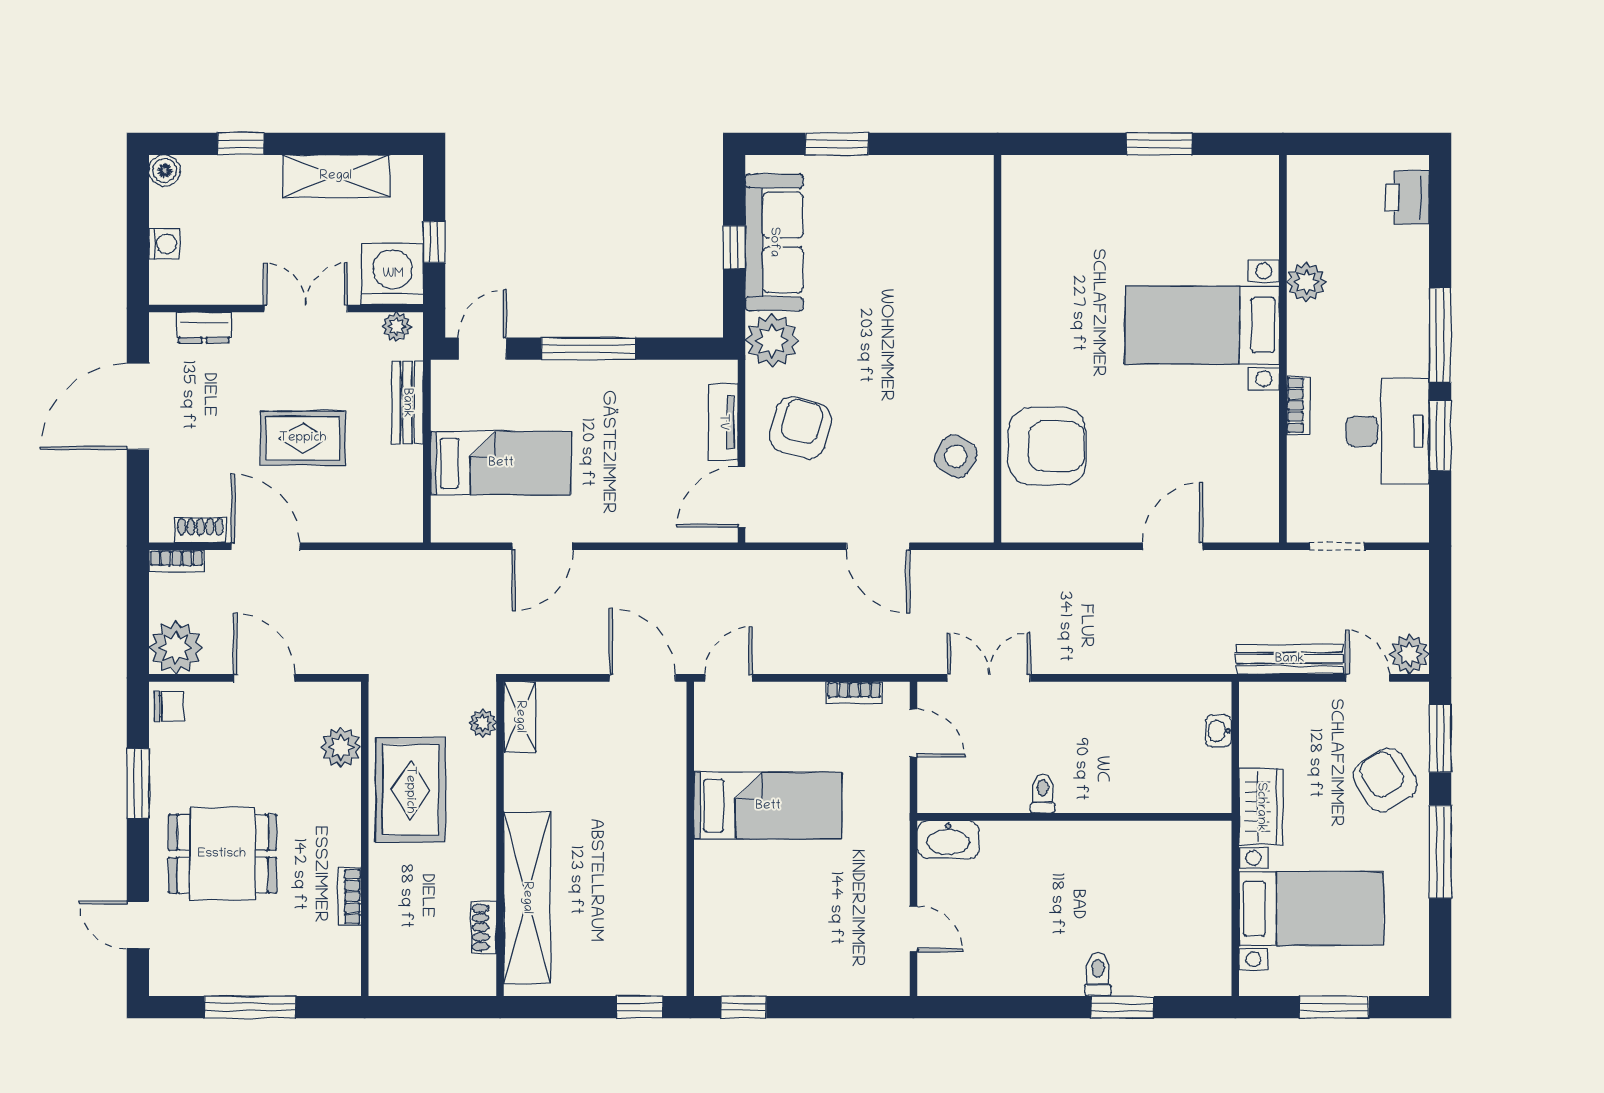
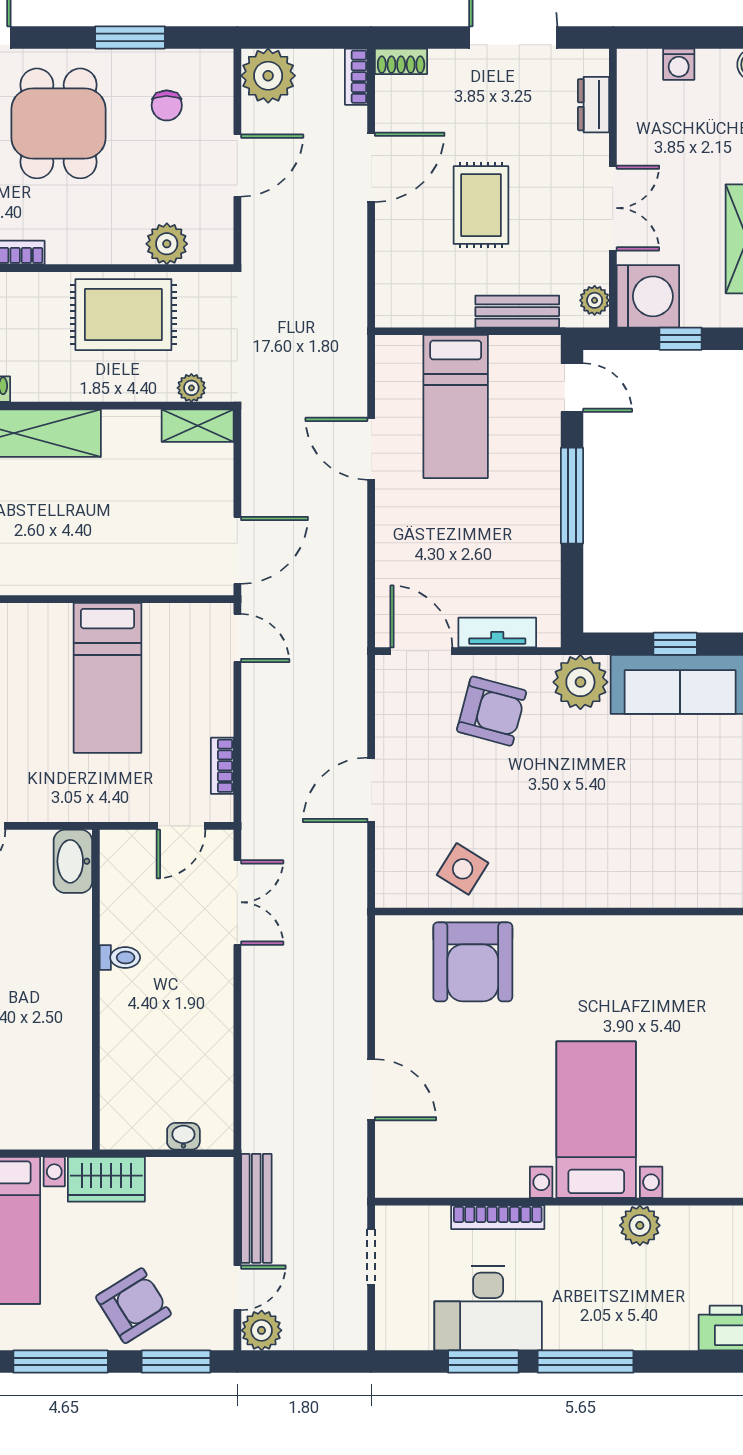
bookcase: (1298, 405) -> (498, 1217), width x1.56
shoe rack: (200, 530) -> (401, 61), moved, turned 90
chair: (169, 706) -> (167, 105), moved

